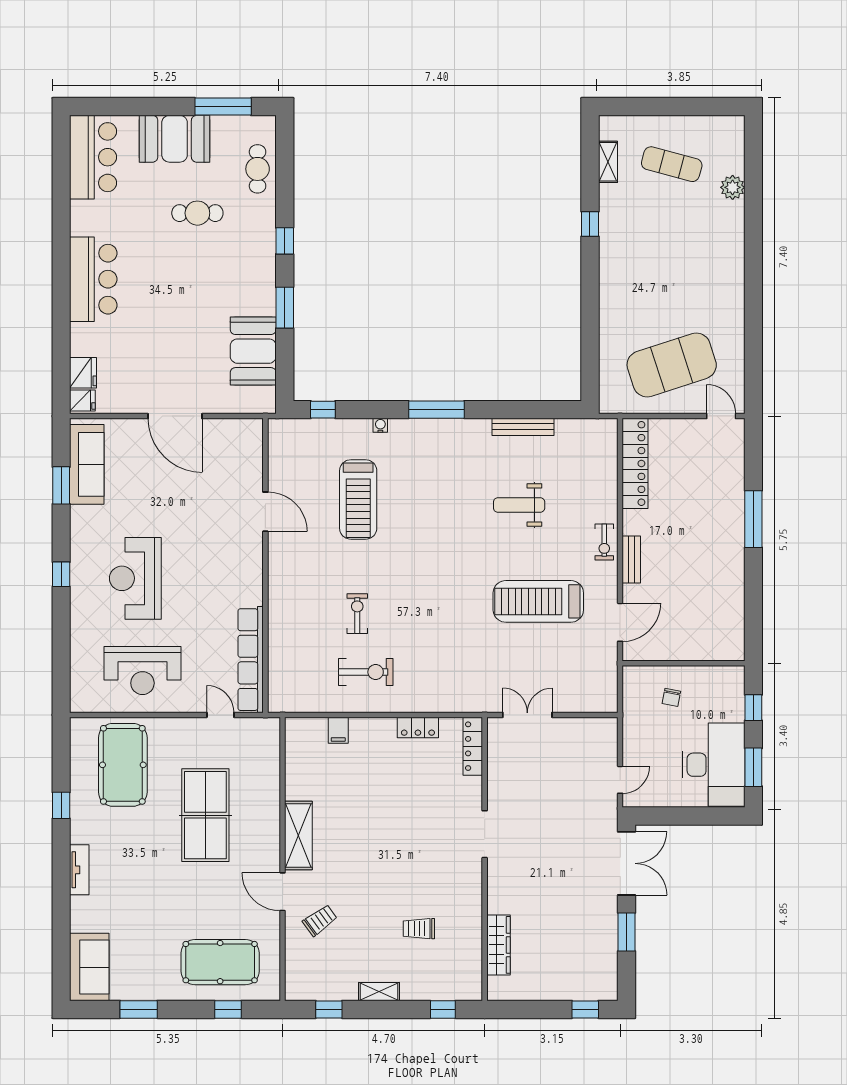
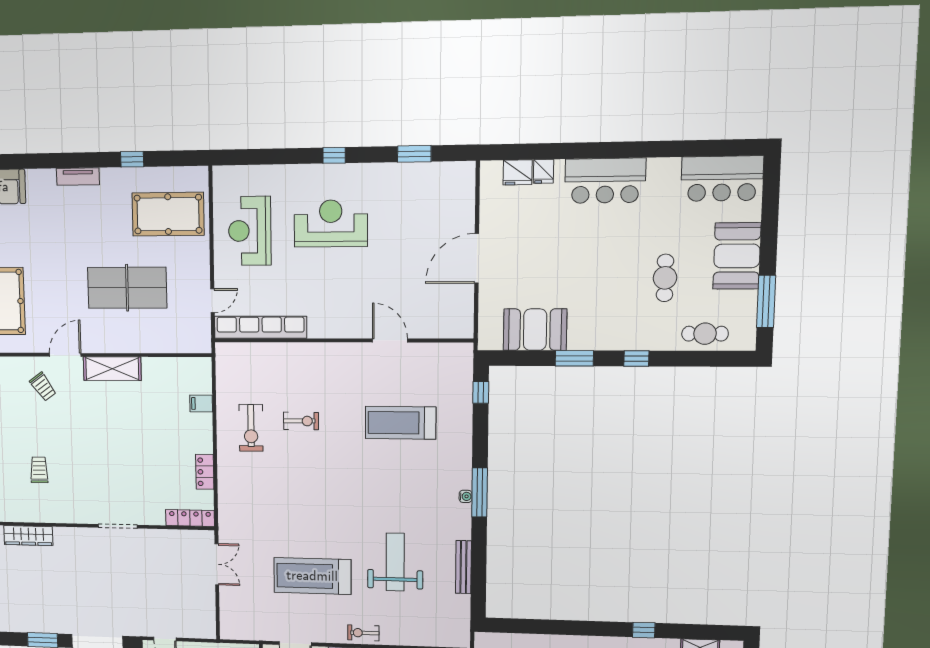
fridge: (82, 401) -> (543, 171), moved
water cooler: (380, 425) -> (466, 496), moved
sofa: (87, 464) -> (433, 177), removed
weight bench: (519, 505) -> (395, 562), width x1.36, depth x1.33
door: (265, 512) -> (390, 340), swing flipped
treadmill: (538, 601) -> (312, 576), turned -90

